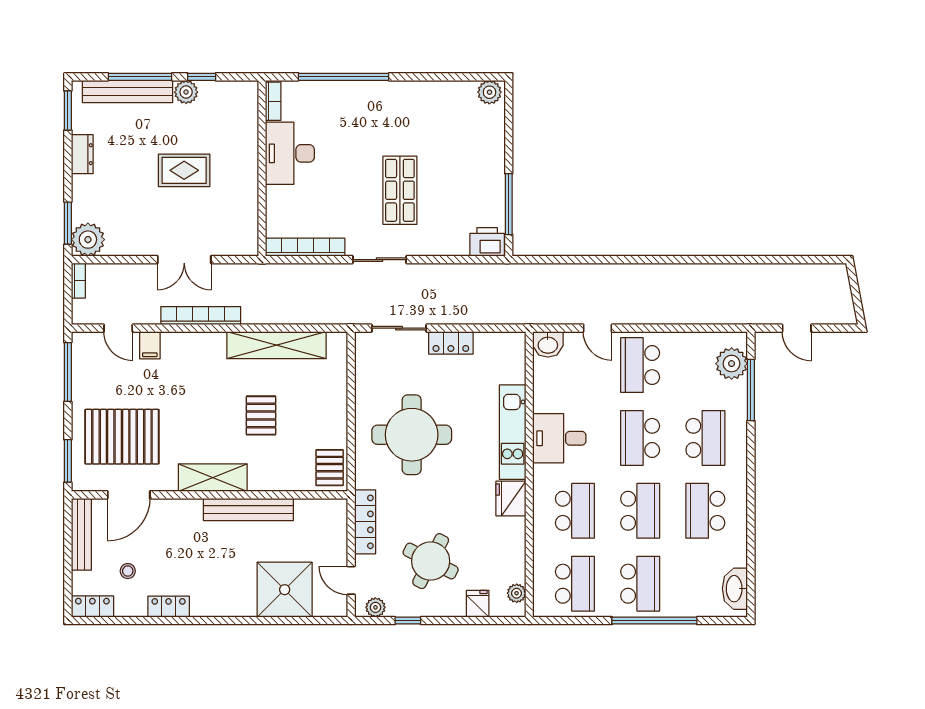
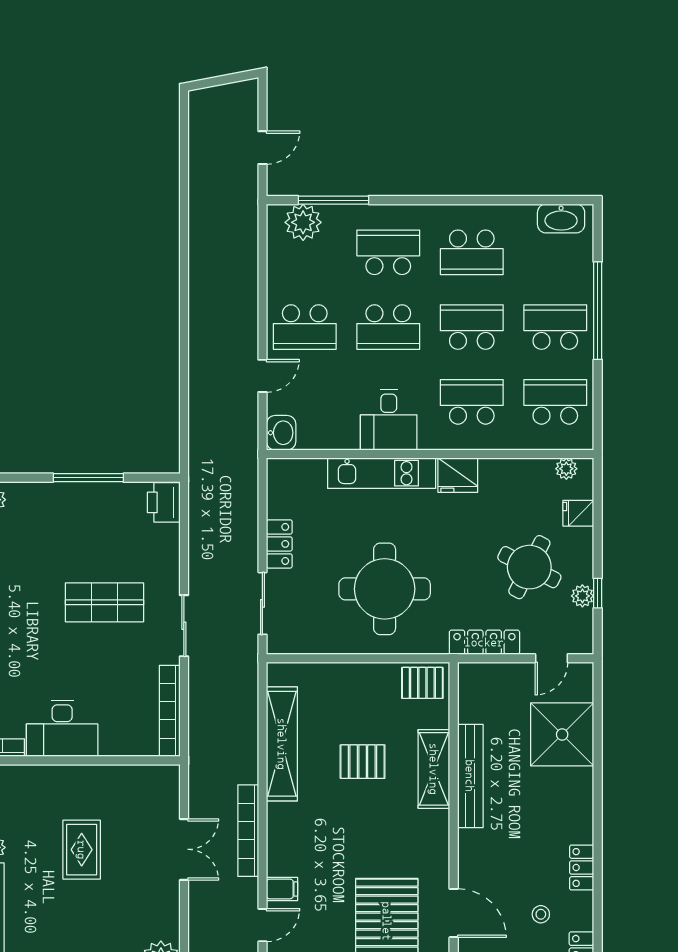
window: (509, 204) -> (88, 478), moved
shelving: (213, 478) -> (434, 769), moved
plant: (375, 607) -> (582, 596), moved

